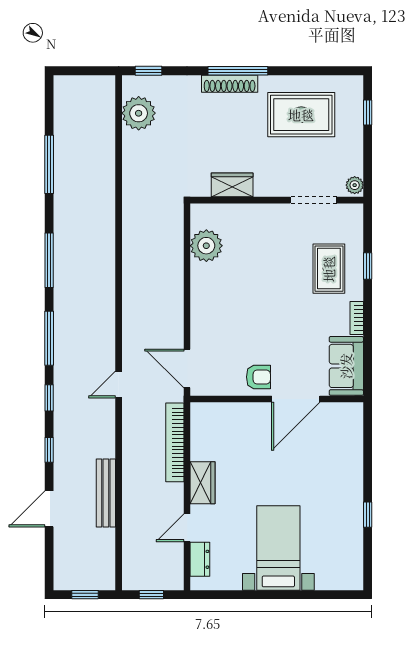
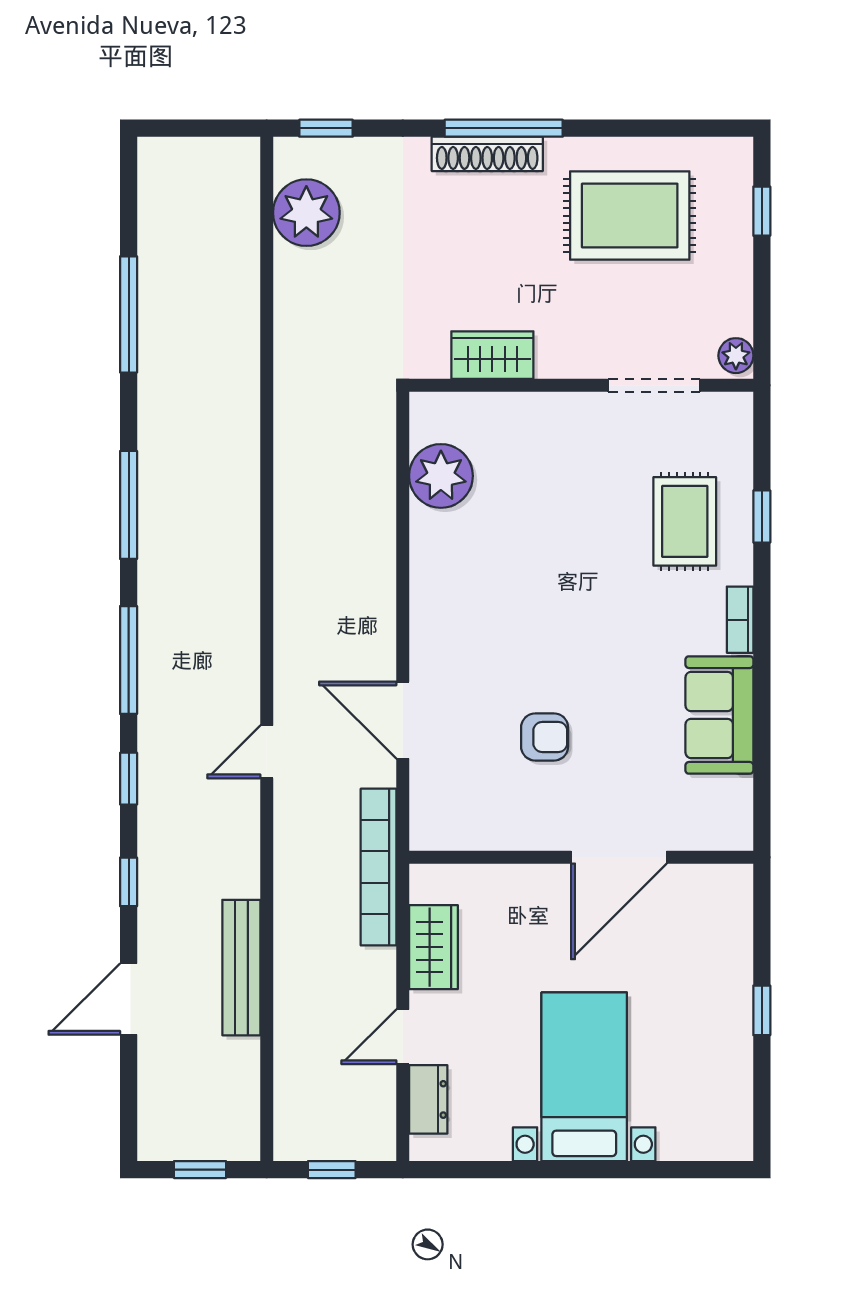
wall: (277, 399) -> (581, 857), moved
door: (296, 399) -> (619, 857), moved

